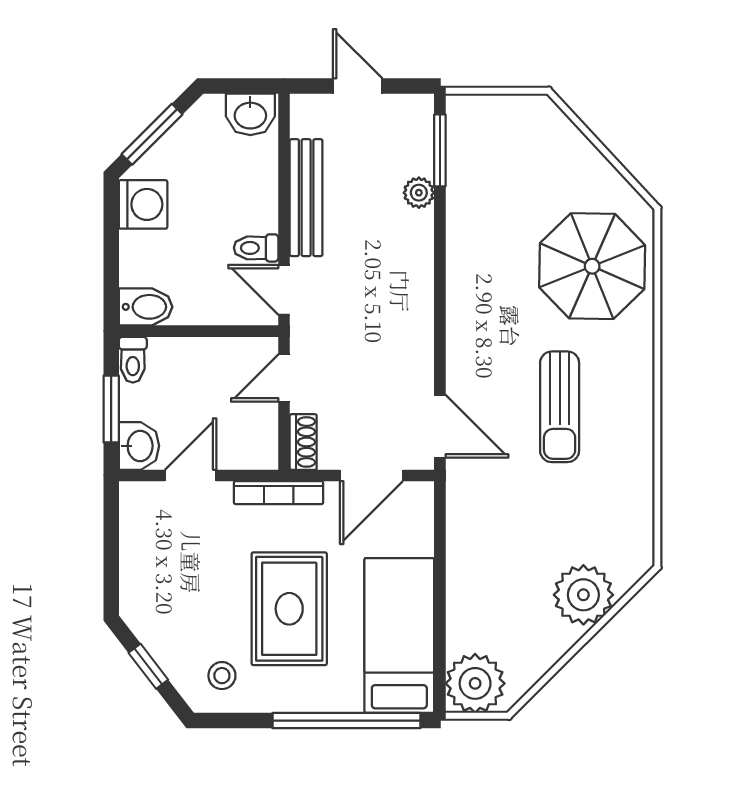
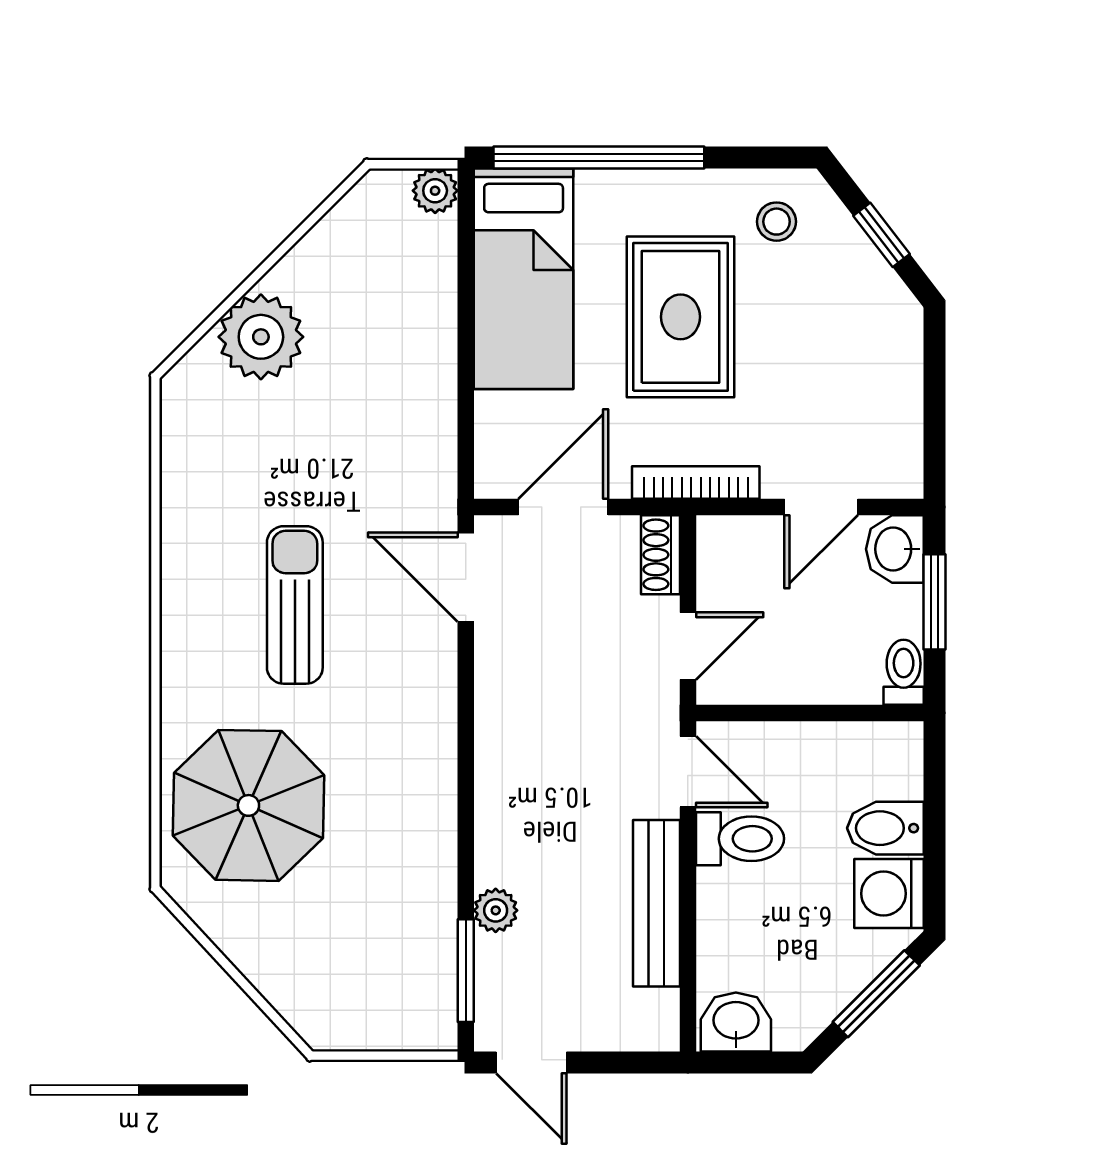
door: (358, 86) -> (531, 1062), moved
toilet: (256, 248) -> (740, 839), width x1.37, depth x1.39
bidet: (146, 307) -> (885, 828), moved
plant: (475, 683) -> (435, 191), width x0.53, depth x0.53

